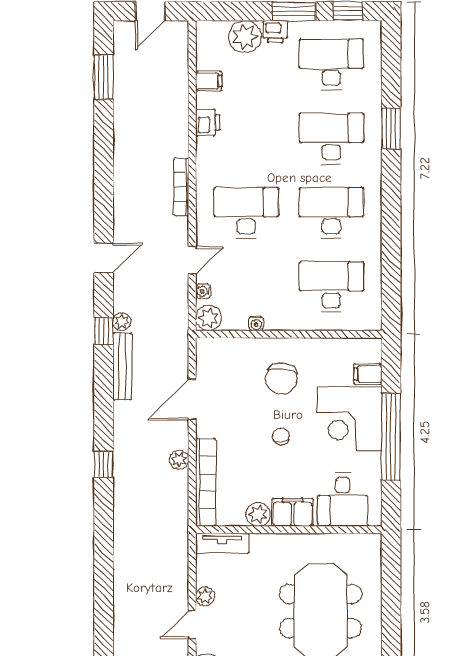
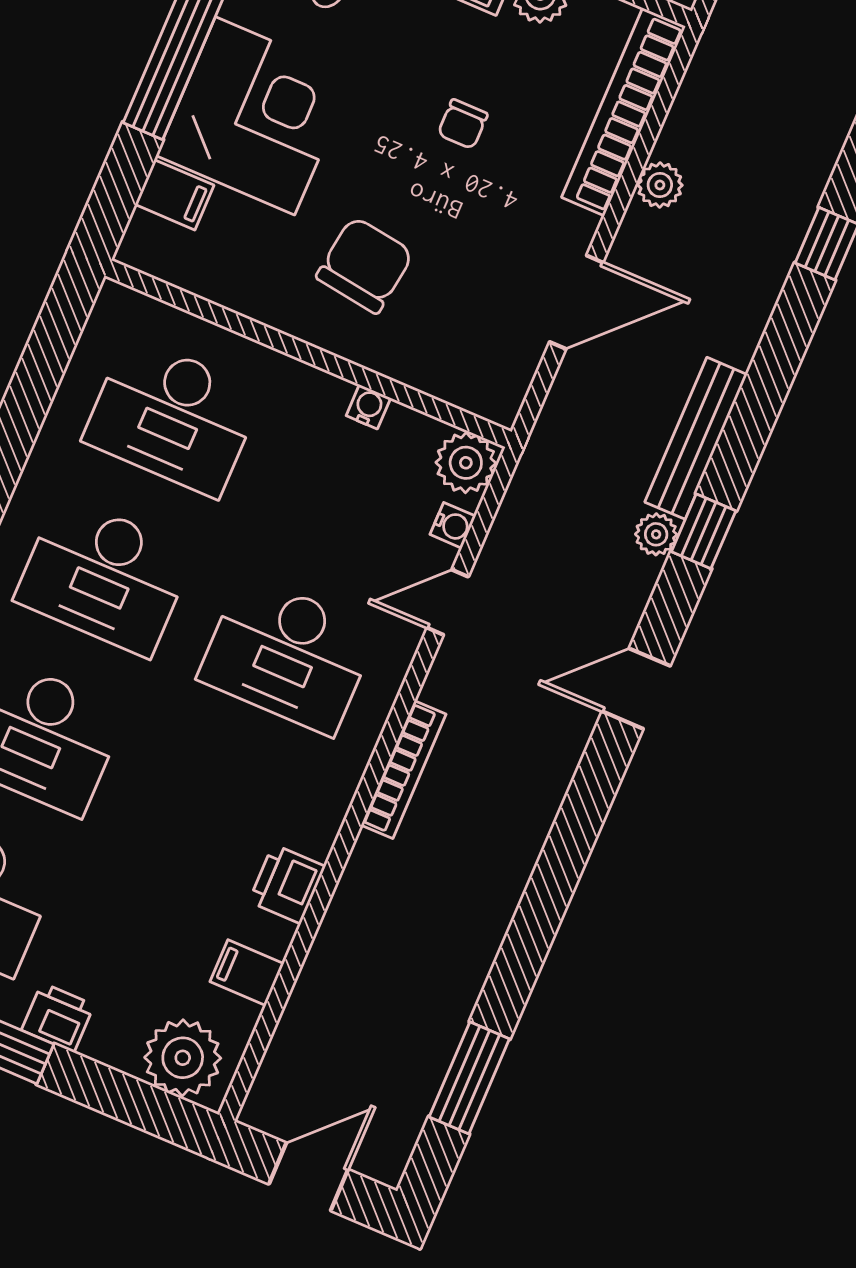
plant: (245, 37) -> (183, 1058), moved
chair: (281, 436) -> (463, 124), moved

